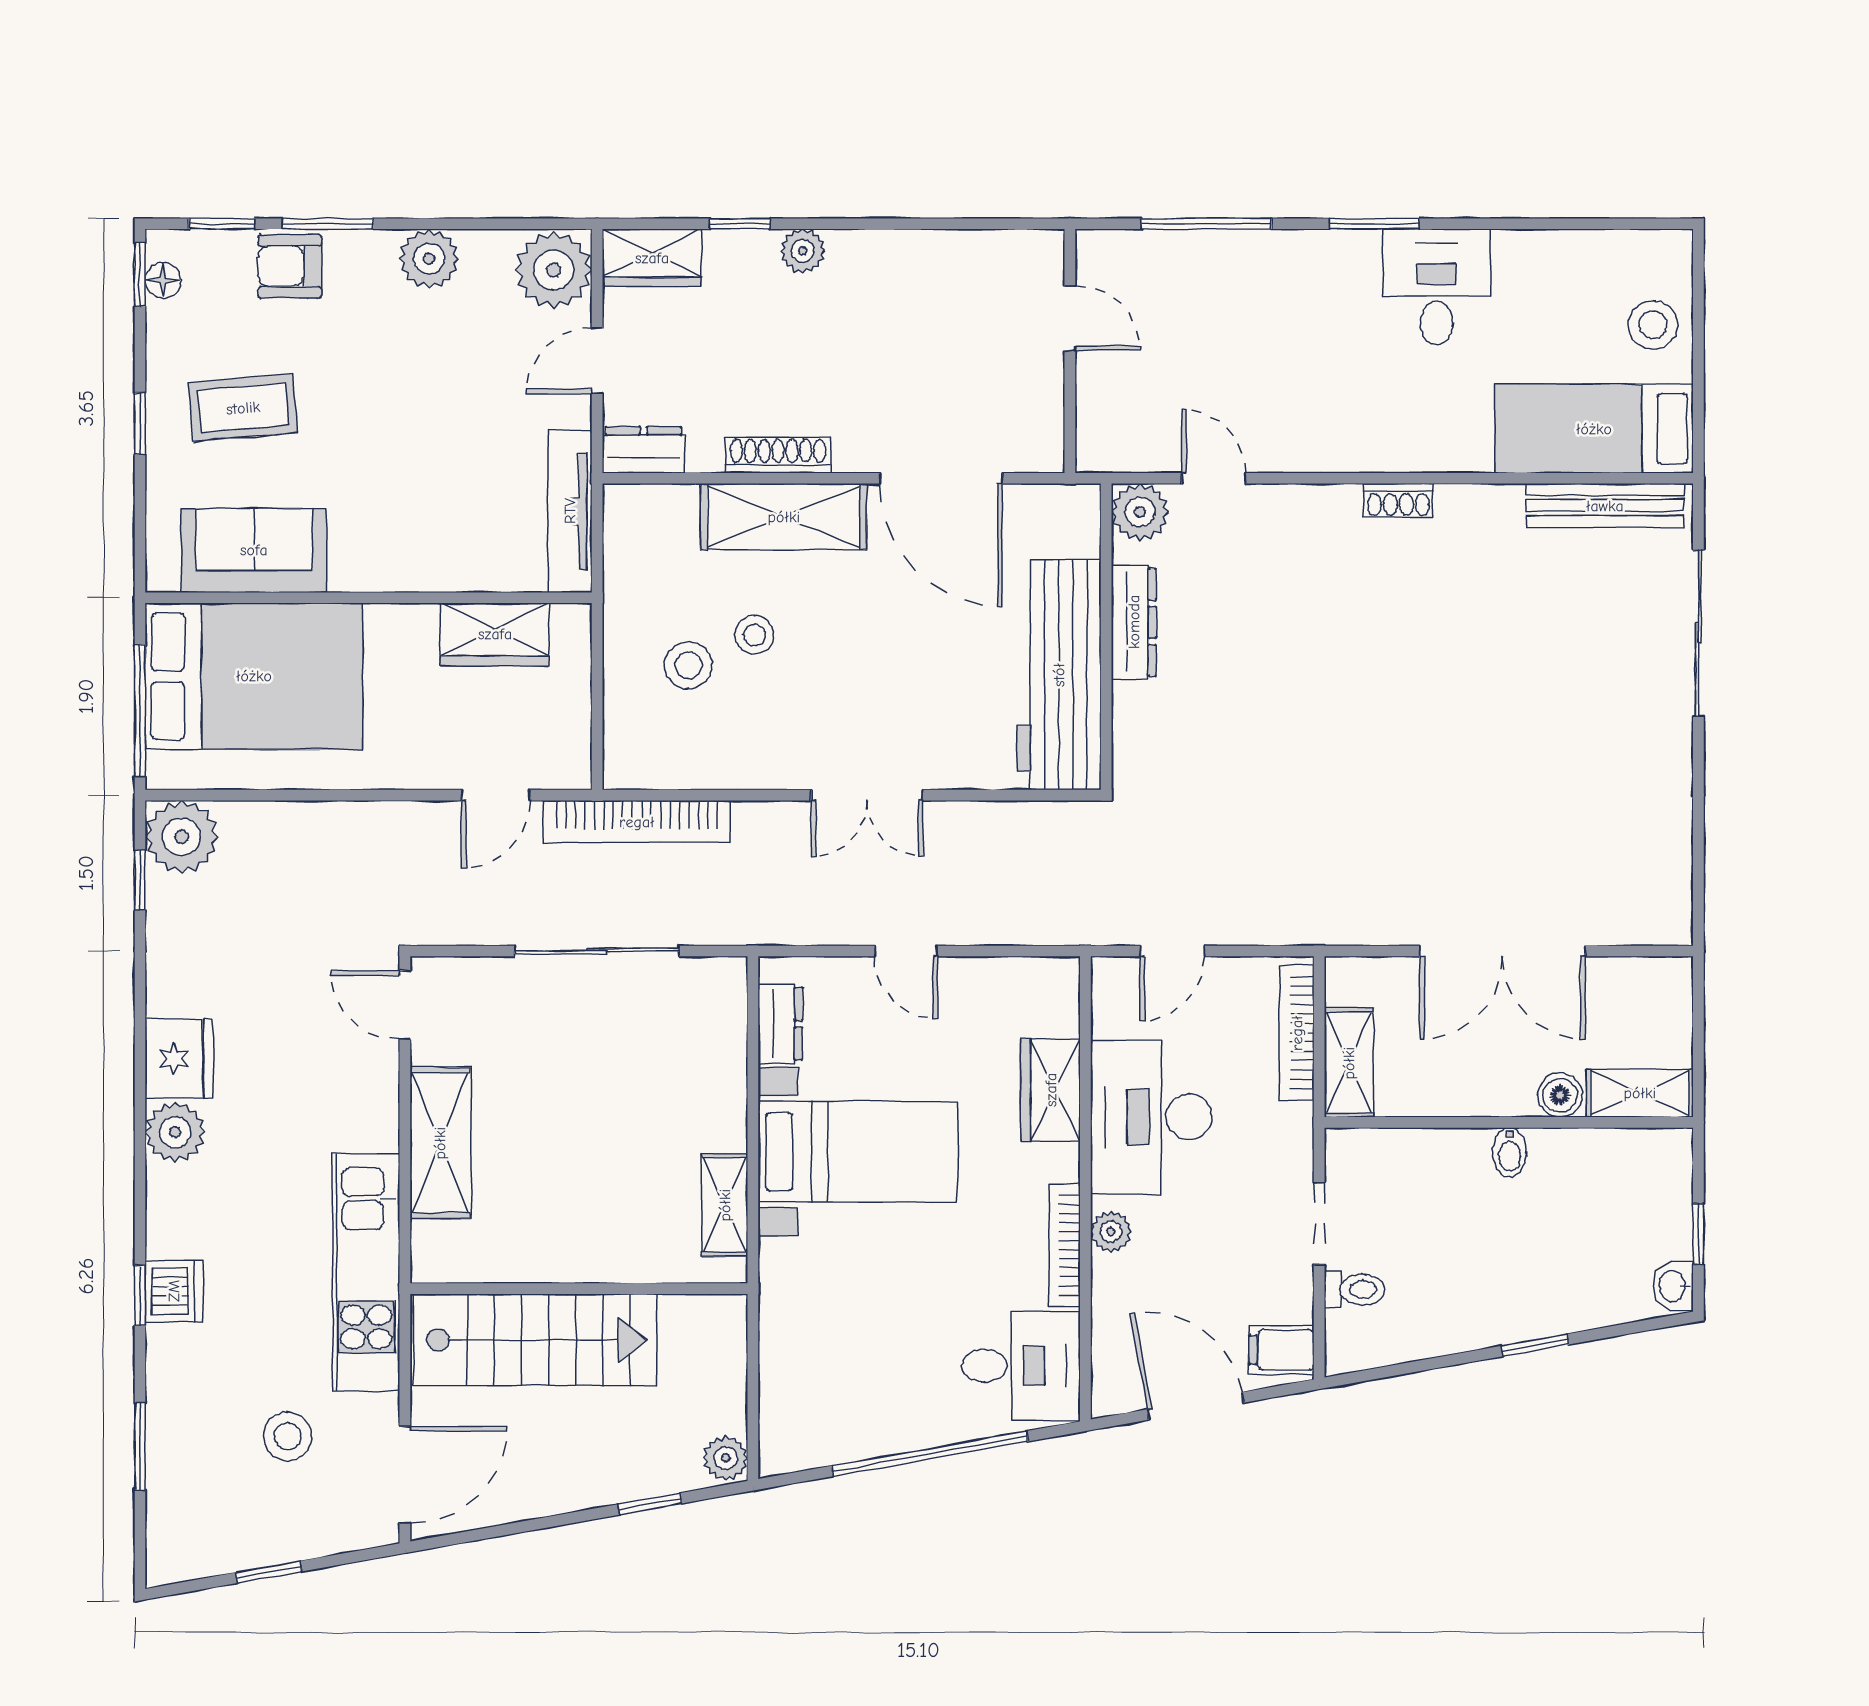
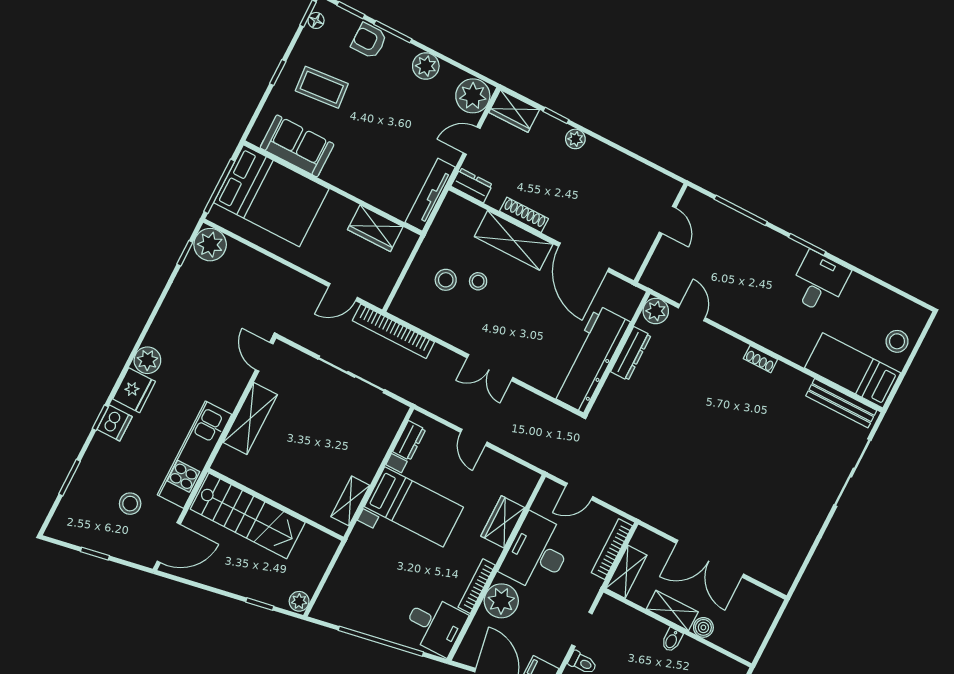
fridge: (179, 1059) -> (134, 390), moved
shelving: (1640, 1093) -> (672, 610), moved
plant: (1111, 1232) -> (501, 601), width x1.88, depth x1.88

